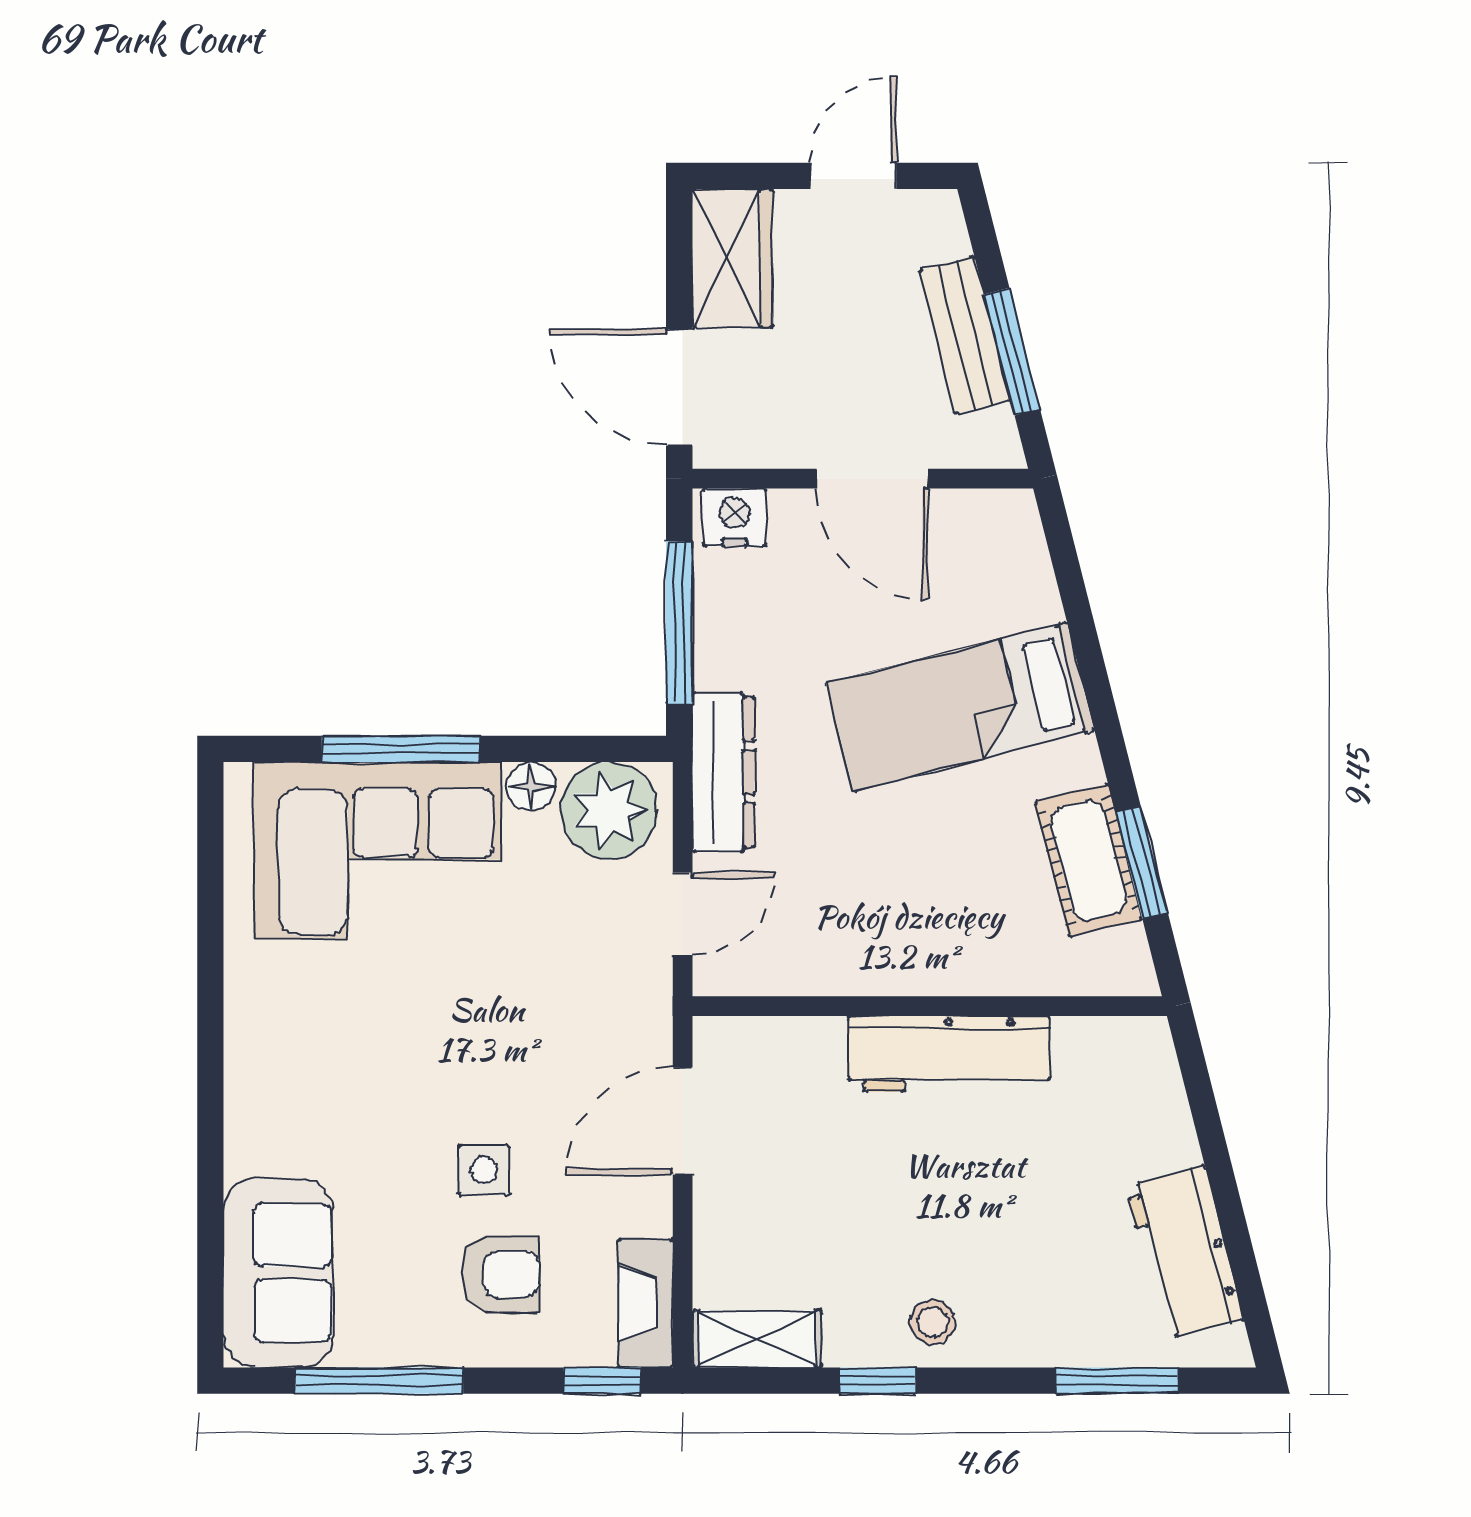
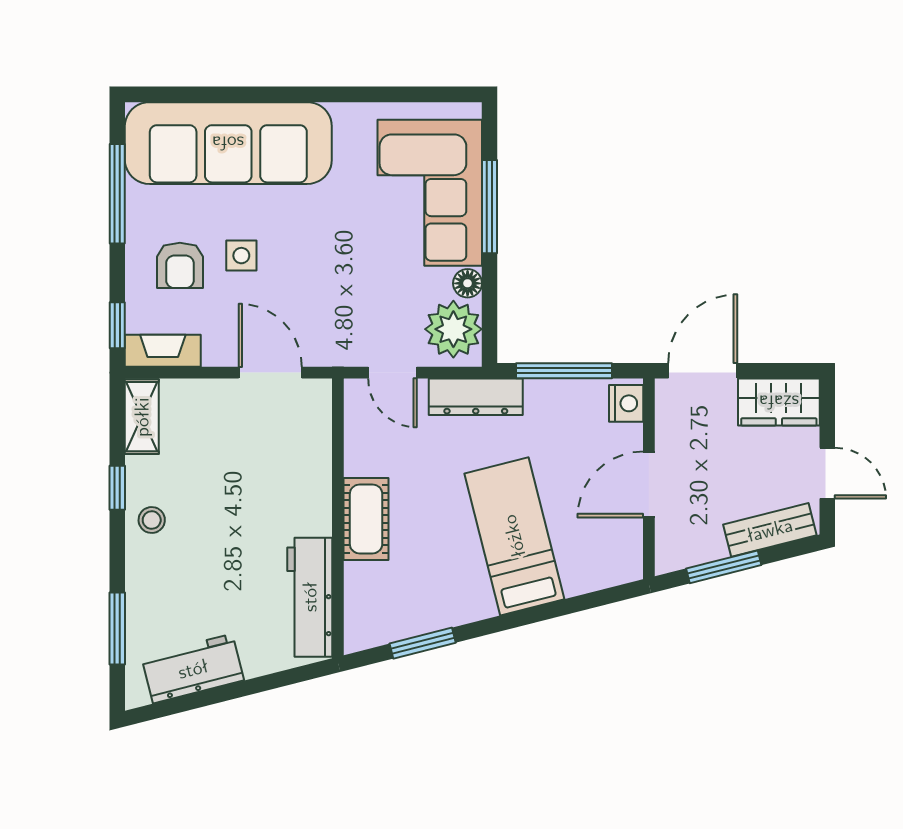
bench: (965, 335) -> (770, 530), moved
cot: (1088, 861) -> (366, 519), moved, turned -76
workbench: (949, 1054) -> (310, 597), moved
sofa: (278, 1273) -> (228, 143), width x1.85, depth x1.27

